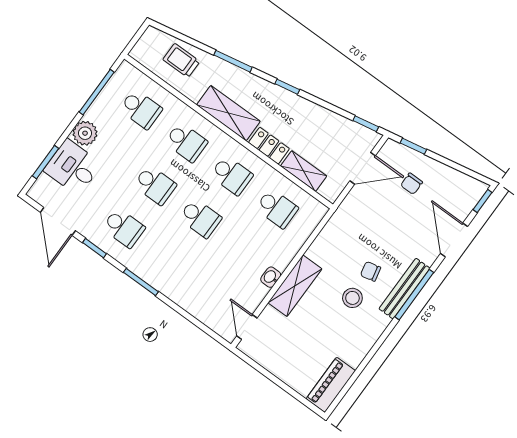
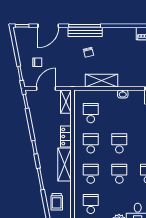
door: (363, 168) -> (46, 88), hinge flipped
shelving: (304, 171) -> (66, 102), moved
shelving: (295, 286) -> (102, 81), moved
stool: (352, 298) -> (106, 52), removed

